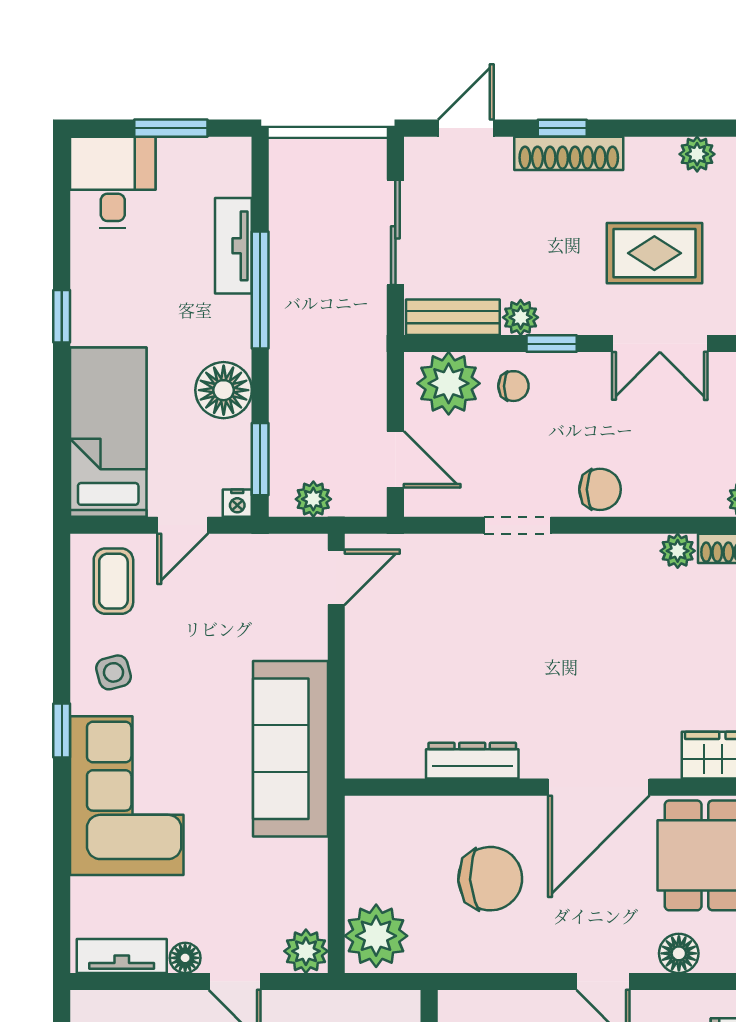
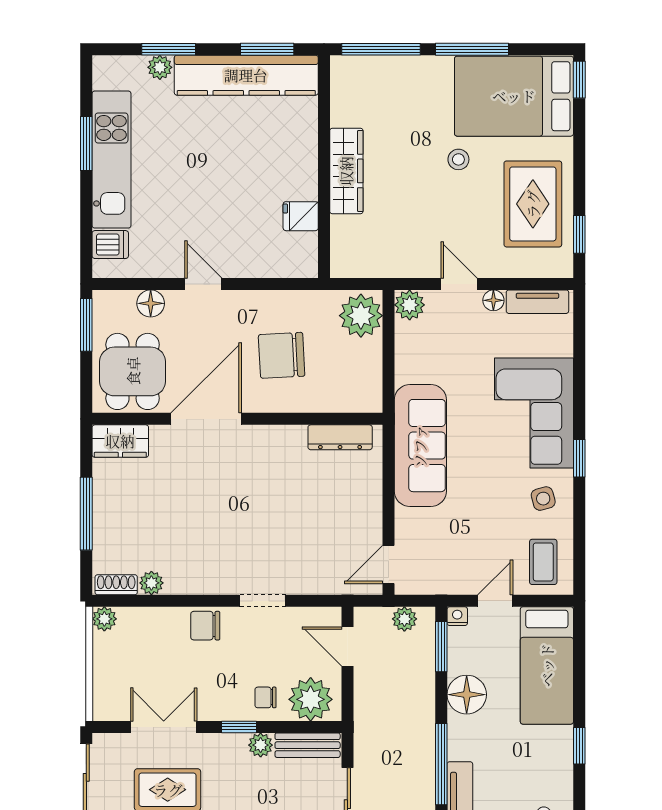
dresser: (472, 761) -> (340, 437), moved

